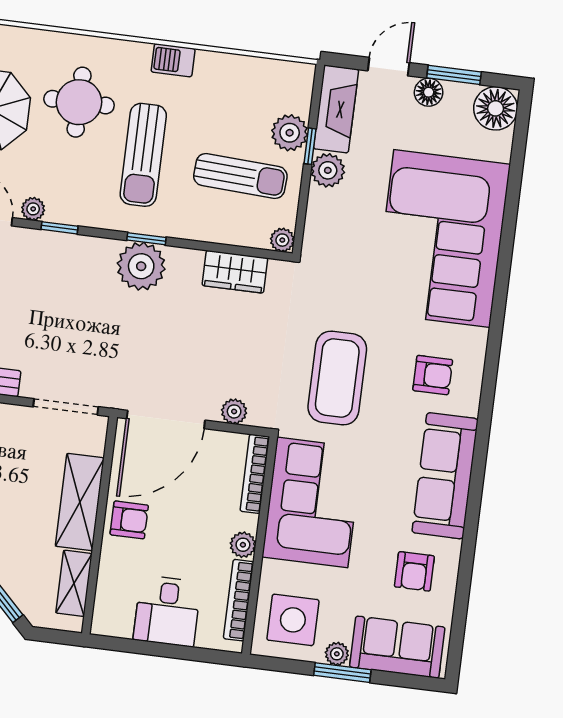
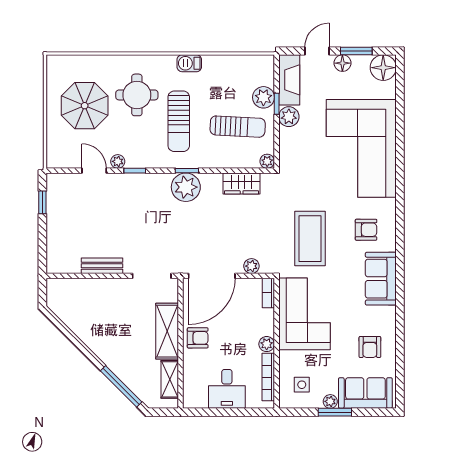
bookcase: (255, 474) -> (268, 293), width x0.64
sofa: (445, 476) -> (381, 279), width x0.73
side table: (293, 620) -> (302, 385), width x0.54, depth x0.54

